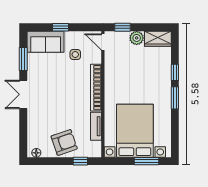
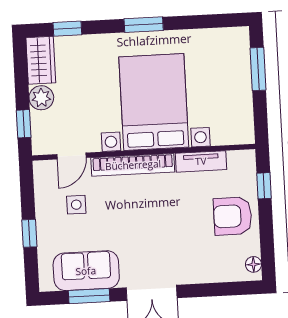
sofa: (46, 42) -> (86, 271), moved, turned -90
door: (103, 42) -> (72, 156), moved
window: (175, 72) -> (67, 29), moved
bed with nightstands: (135, 131) -> (154, 102), moved, turned 90
armchair: (64, 142) -> (233, 216), turned -71

